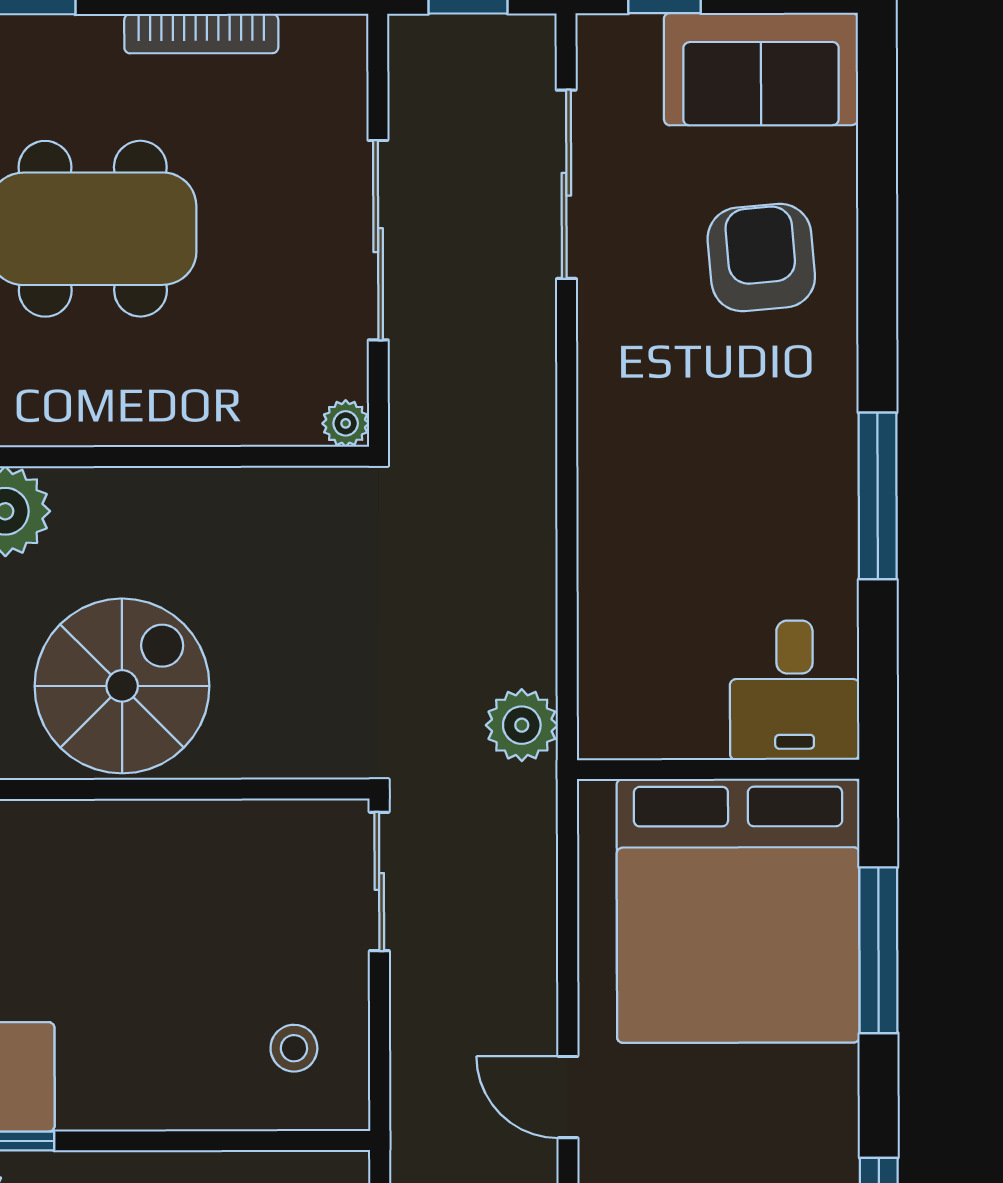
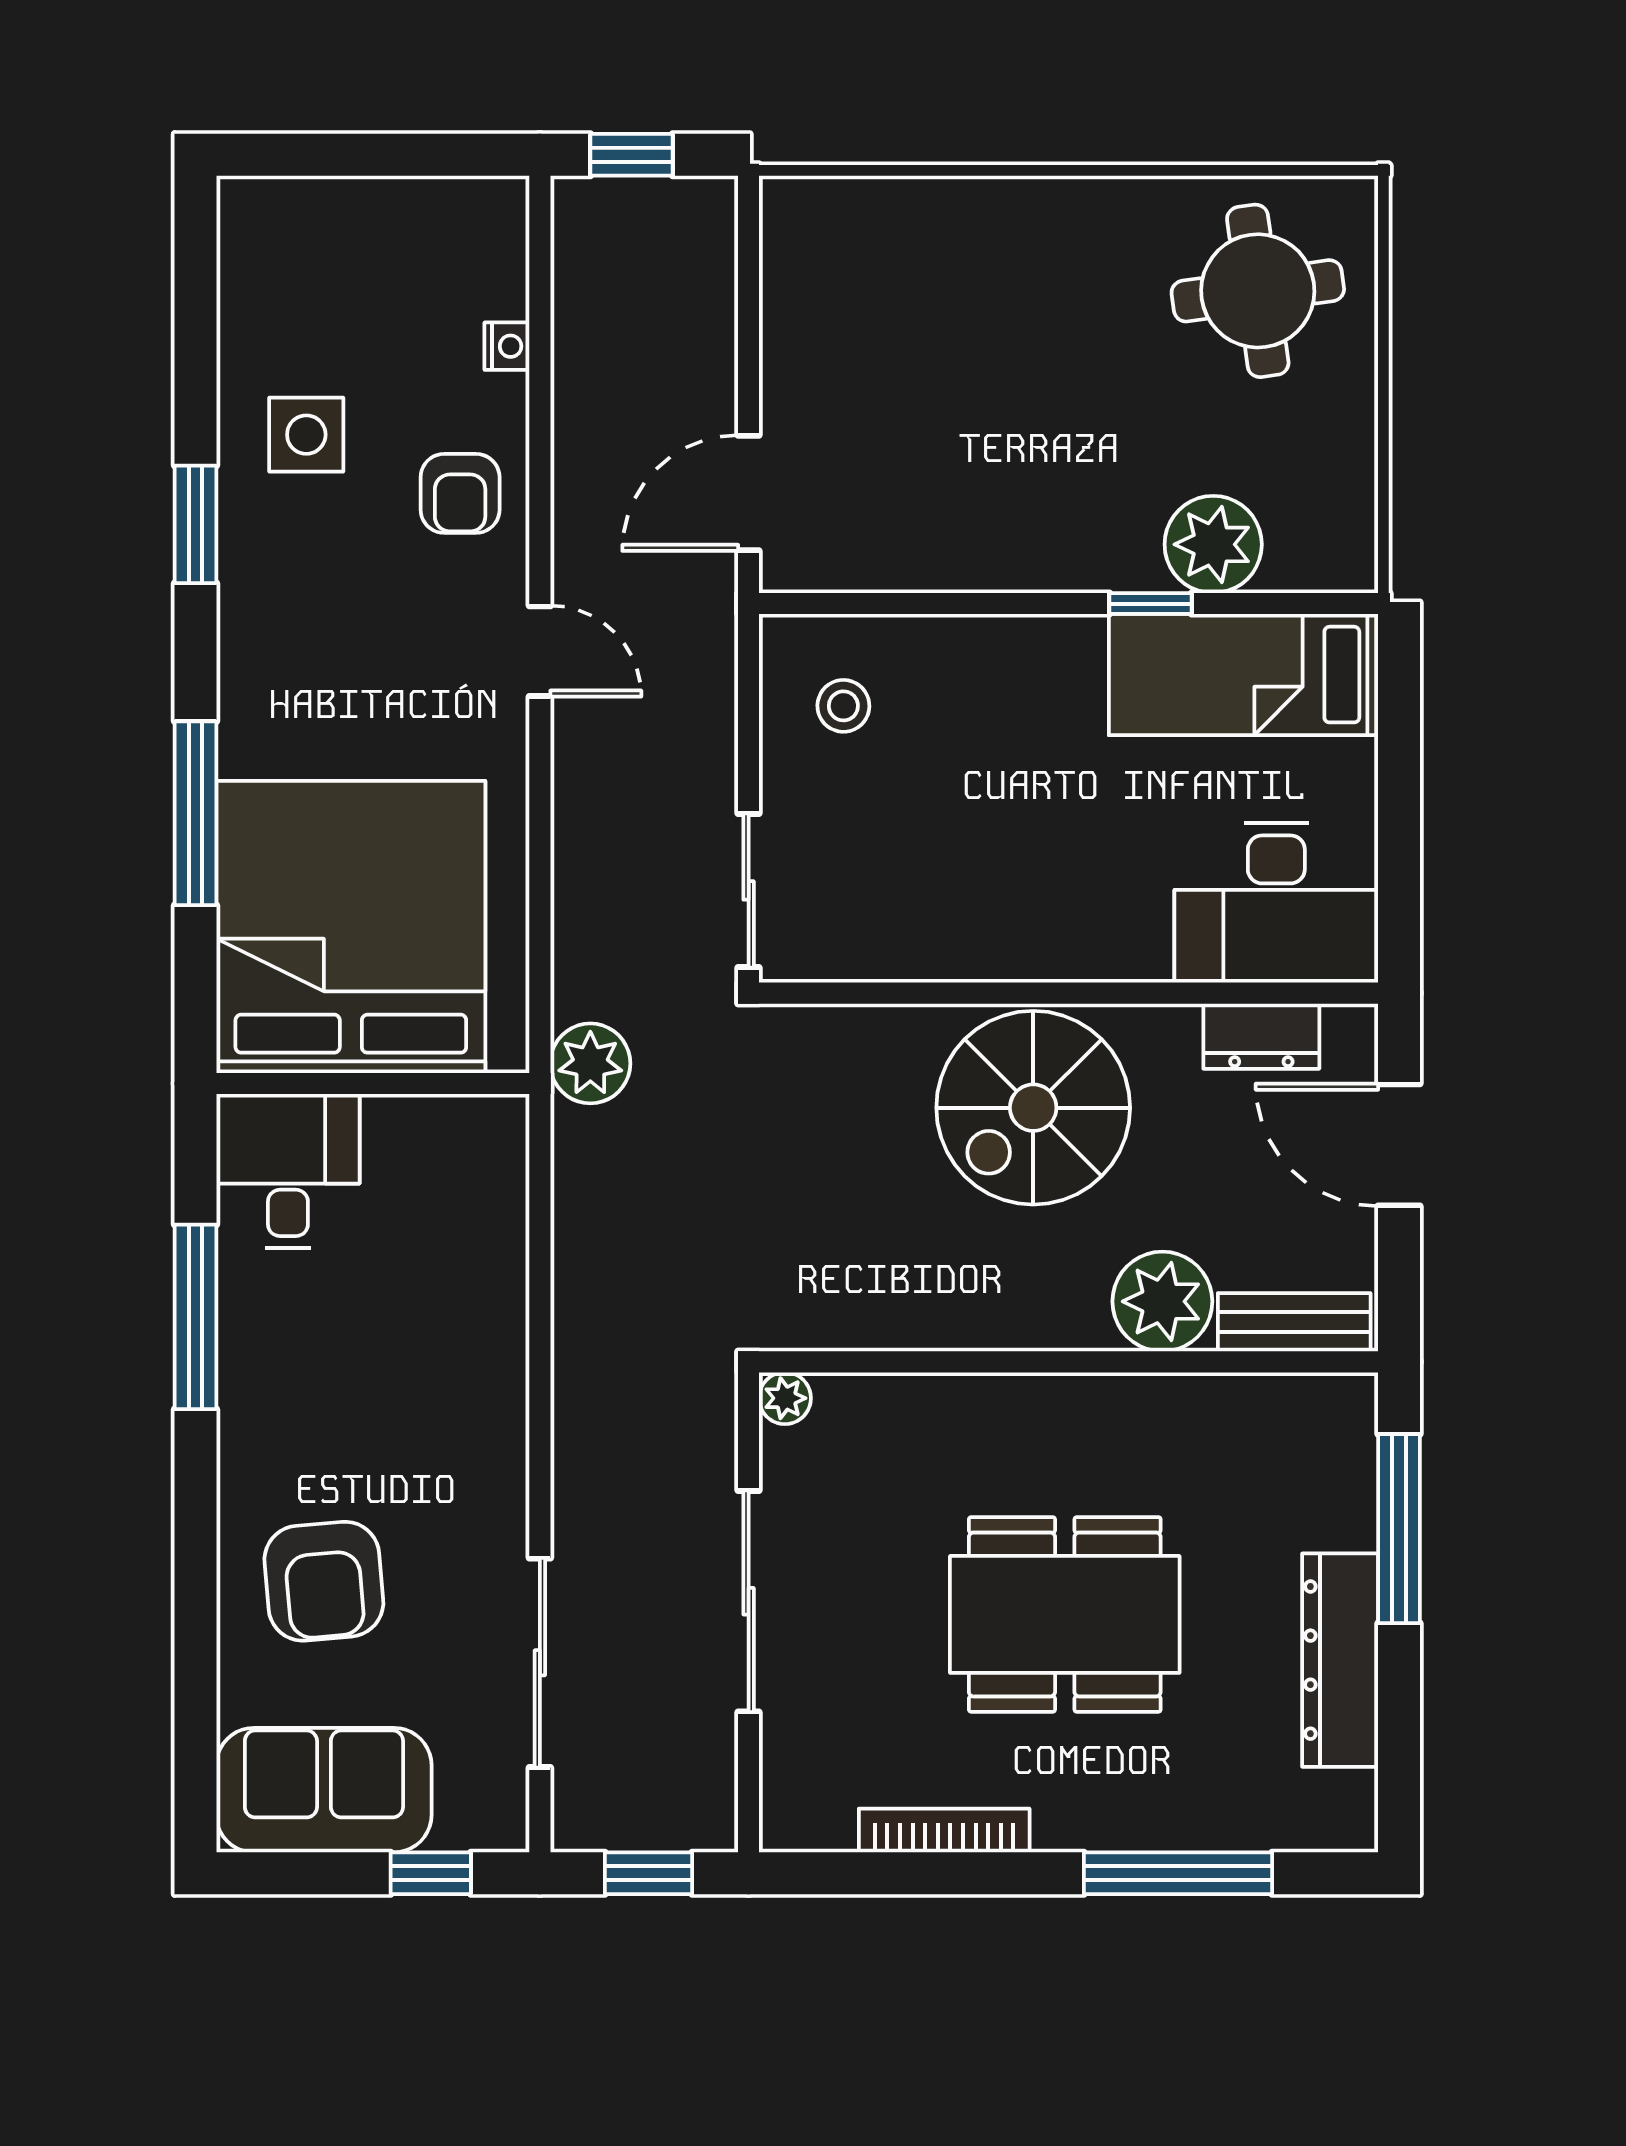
desk: (795, 690) -> (288, 1171), moved
wall: (718, 769) -> (373, 1084), moved
bed: (738, 911) -> (351, 927), moved

